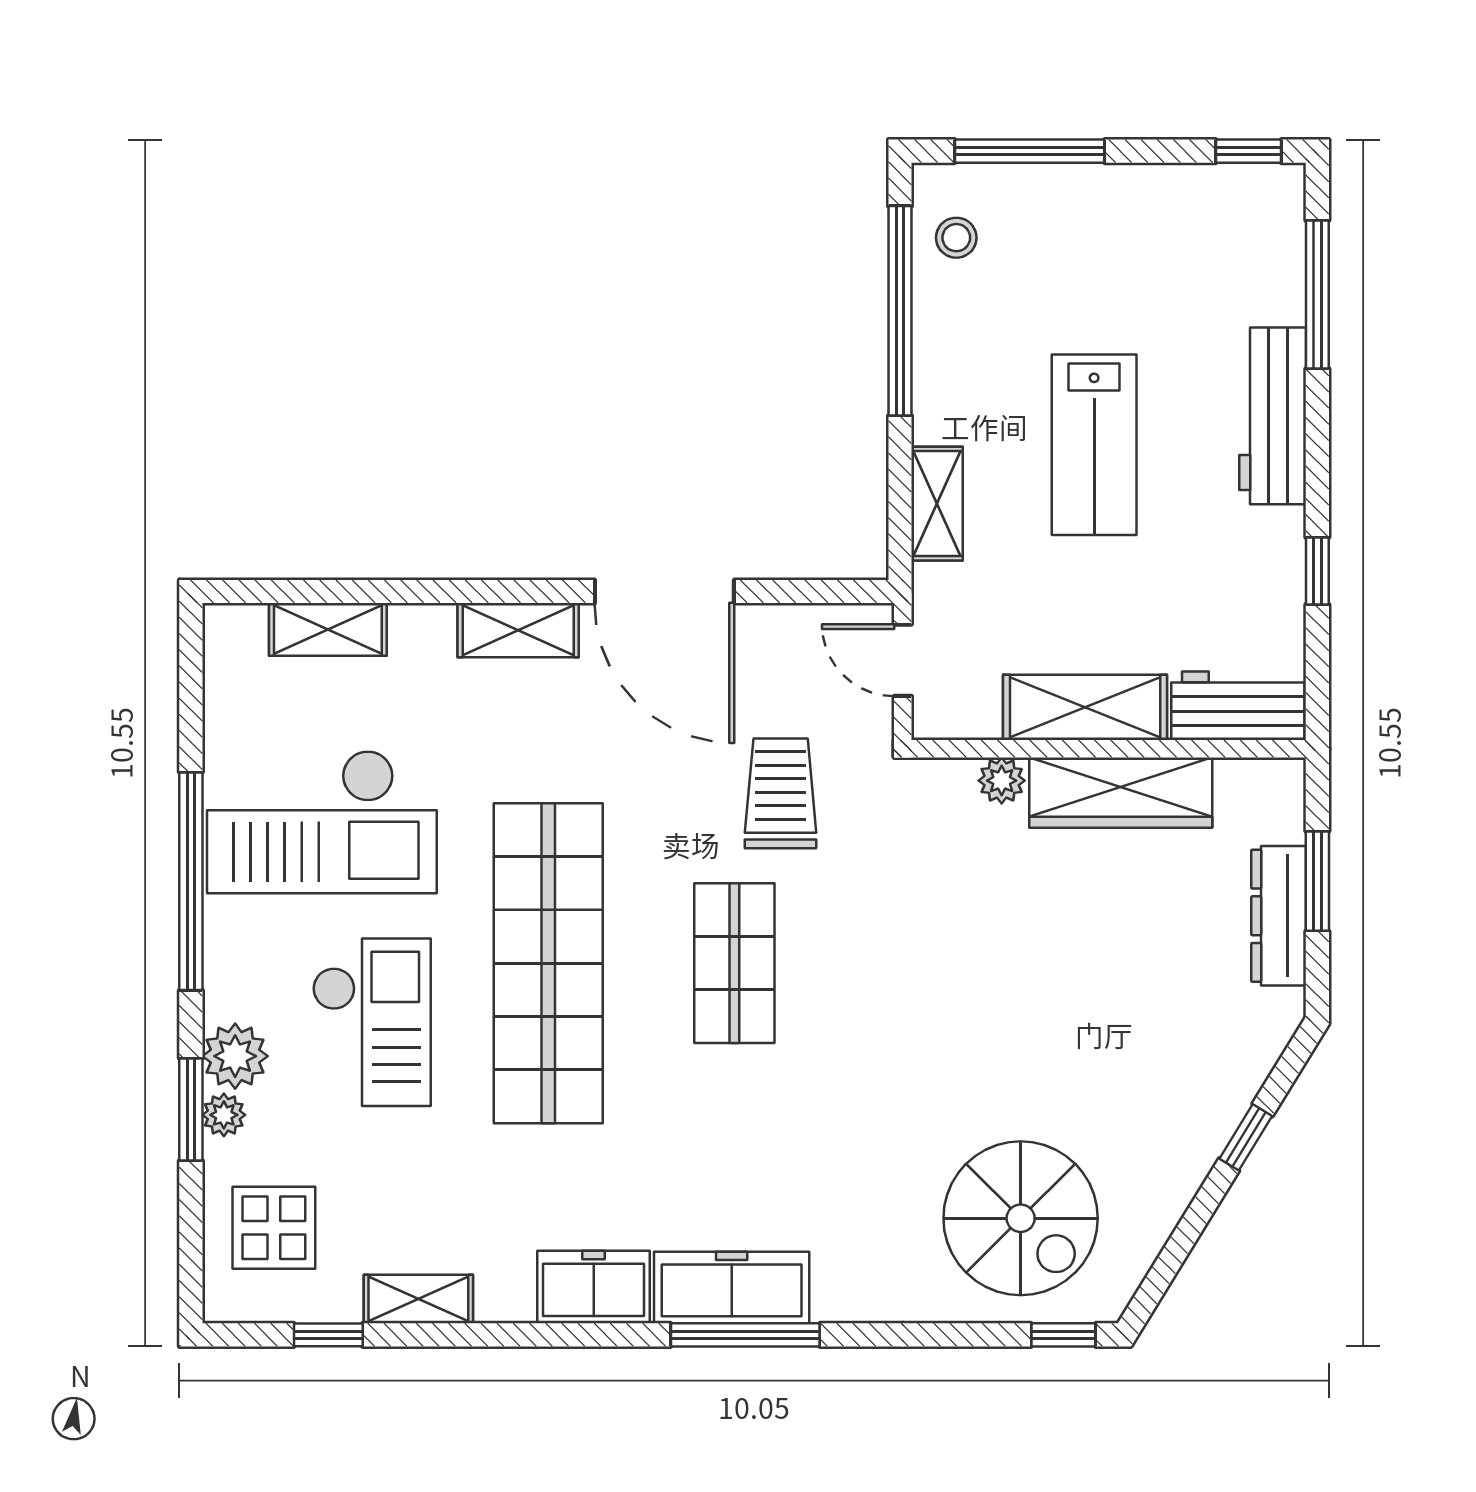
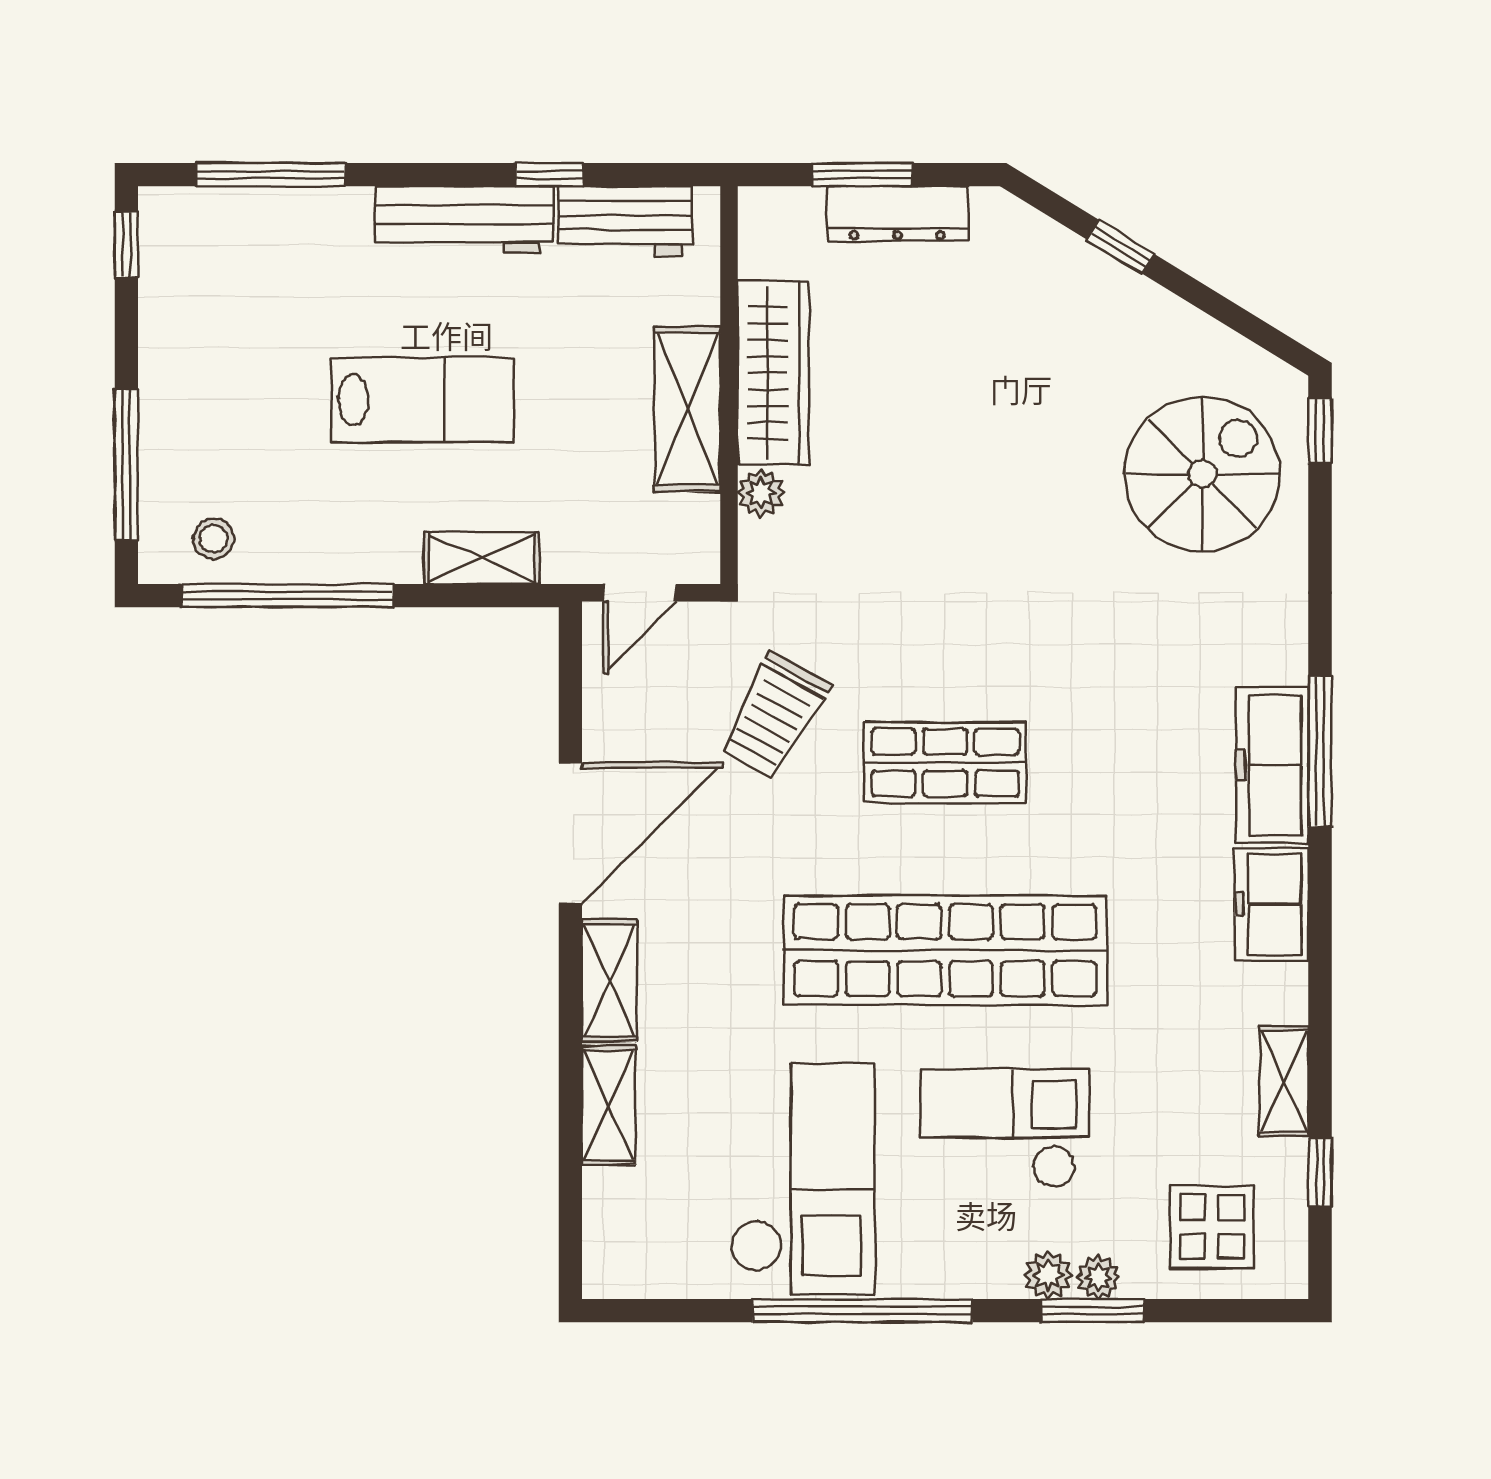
workbench: (1273, 416) -> (464, 220), moved
shelving: (328, 629) -> (609, 1105), moved
workbench: (1238, 706) -> (625, 221), moved, turned -90
trolley: (781, 793) -> (774, 716), turned -61
plant: (235, 1056) -> (1048, 1275), width x0.73, depth x0.73

